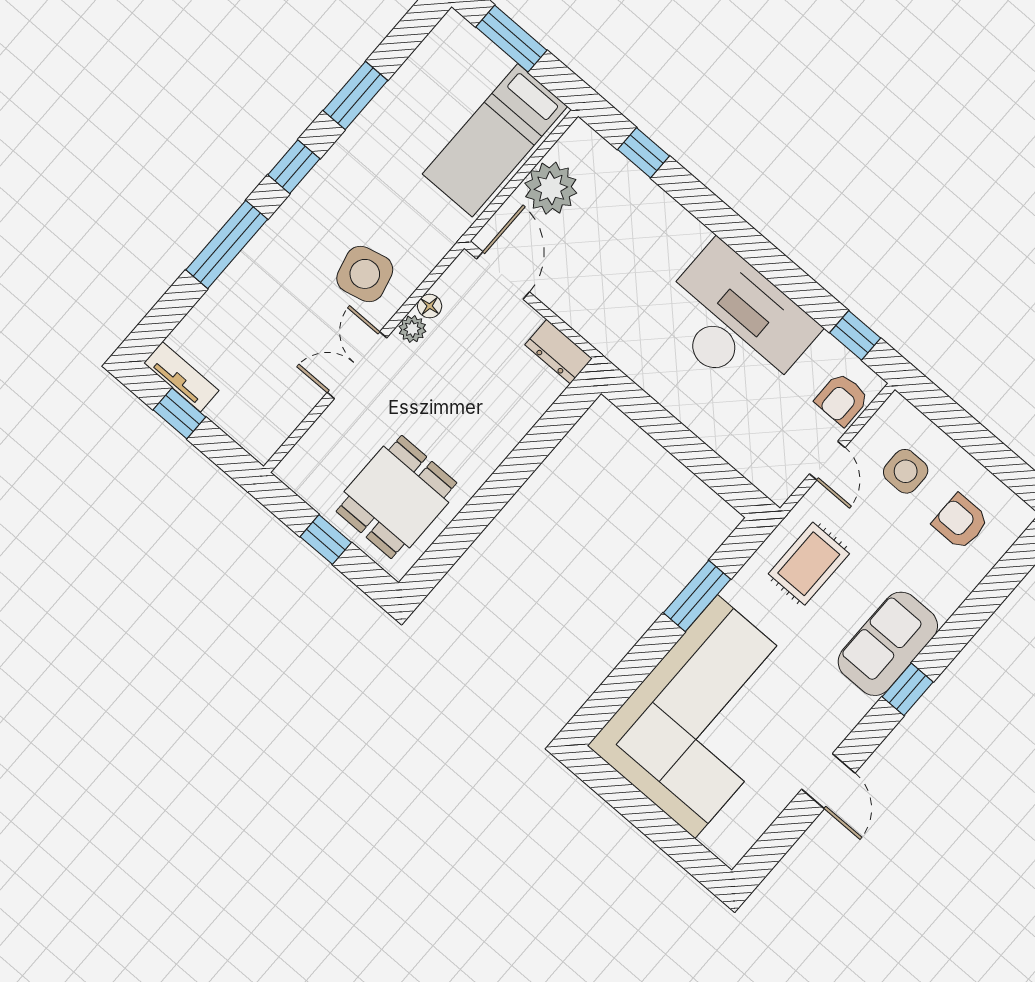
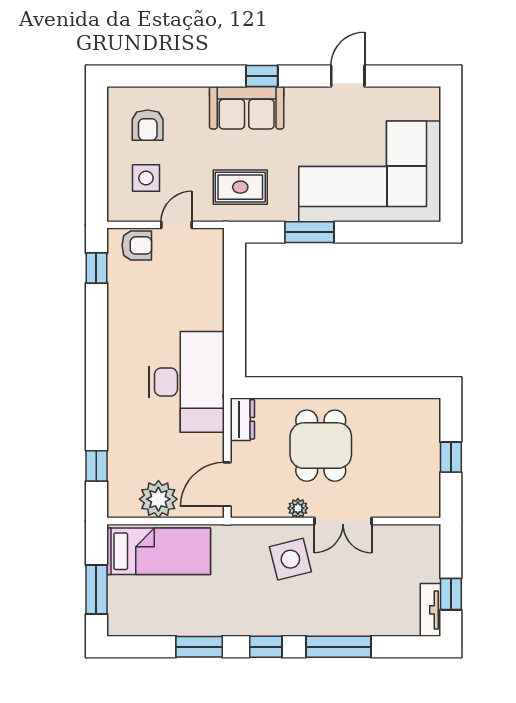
floor lamp: (430, 306) -> (278, 510), removed
desk: (735, 322) -> (186, 382), moved, turned 180
dining table: (396, 497) -> (321, 446), moved, turned 90

